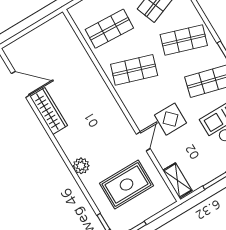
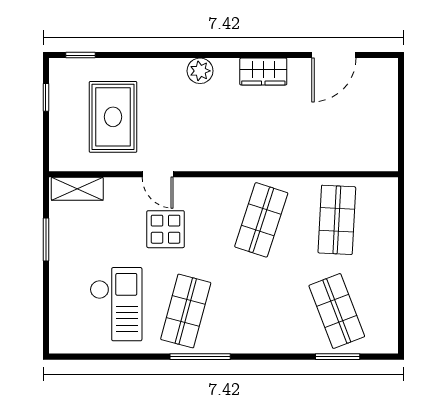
shop shelf: (184, 40) -> (261, 311), removed
wardrobe: (49, 111) -> (263, 72), width x0.67
plant: (81, 166) -> (200, 71), moved

